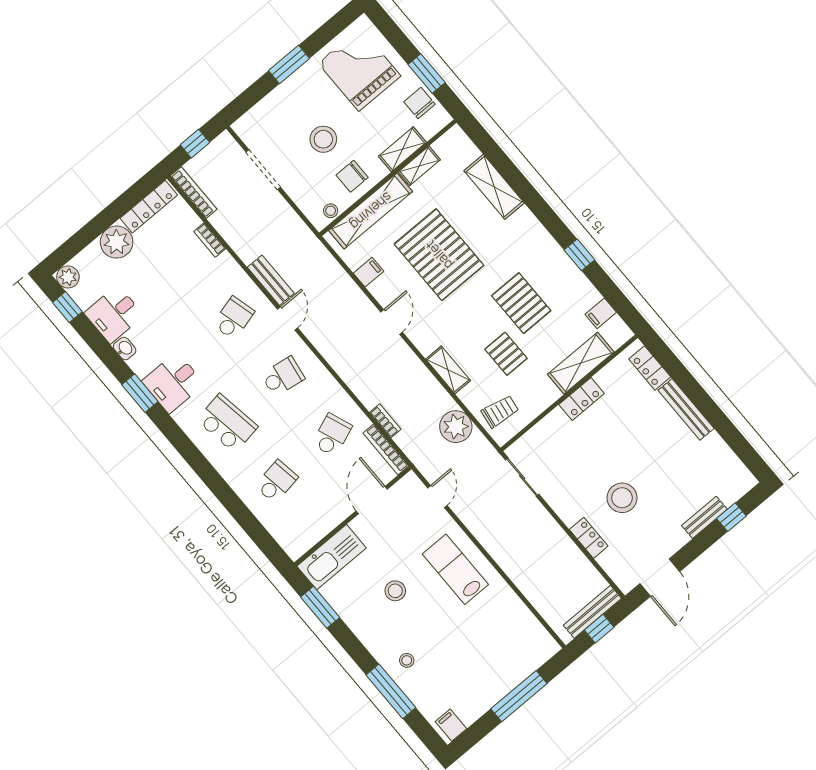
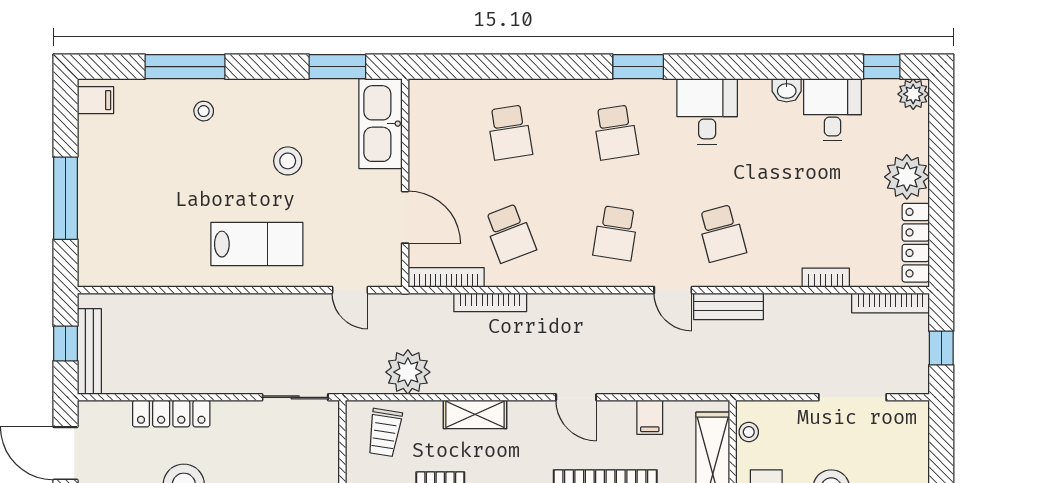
window: (140, 393) -> (638, 67), moved
bookcase: (385, 421) -> (490, 302), width x1.56
school desk: (227, 423) -> (616, 132), width x0.54
locker: (589, 538) -> (171, 414), width x1.53

